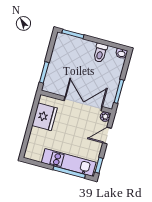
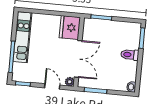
toilet: (100, 53) -> (130, 55), moved
fridge: (45, 117) -> (70, 27), moved, turned 90
kitchen unit: (69, 162) -> (22, 37), moved

